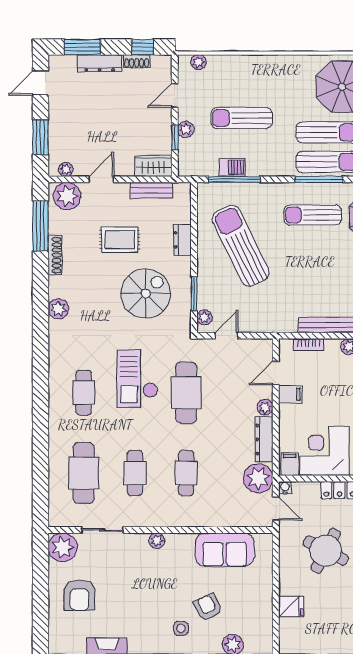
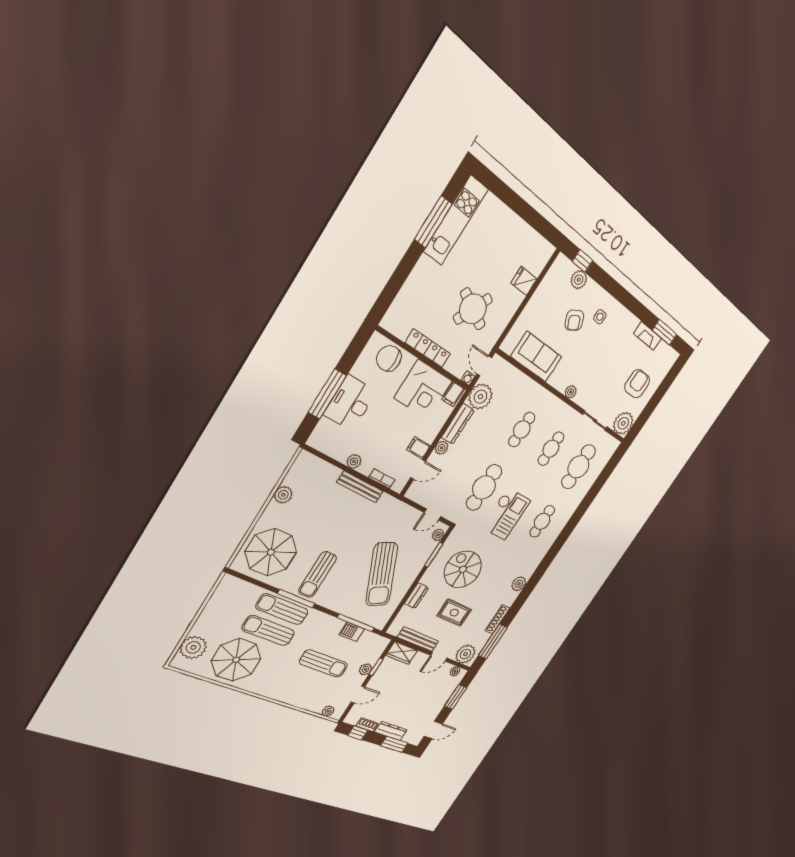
bench: (152, 190) -> (418, 639), width x1.36
sun lounger: (313, 215) -> (317, 574), turned 90
spiral stairs: (146, 294) -> (463, 569), turned 90

